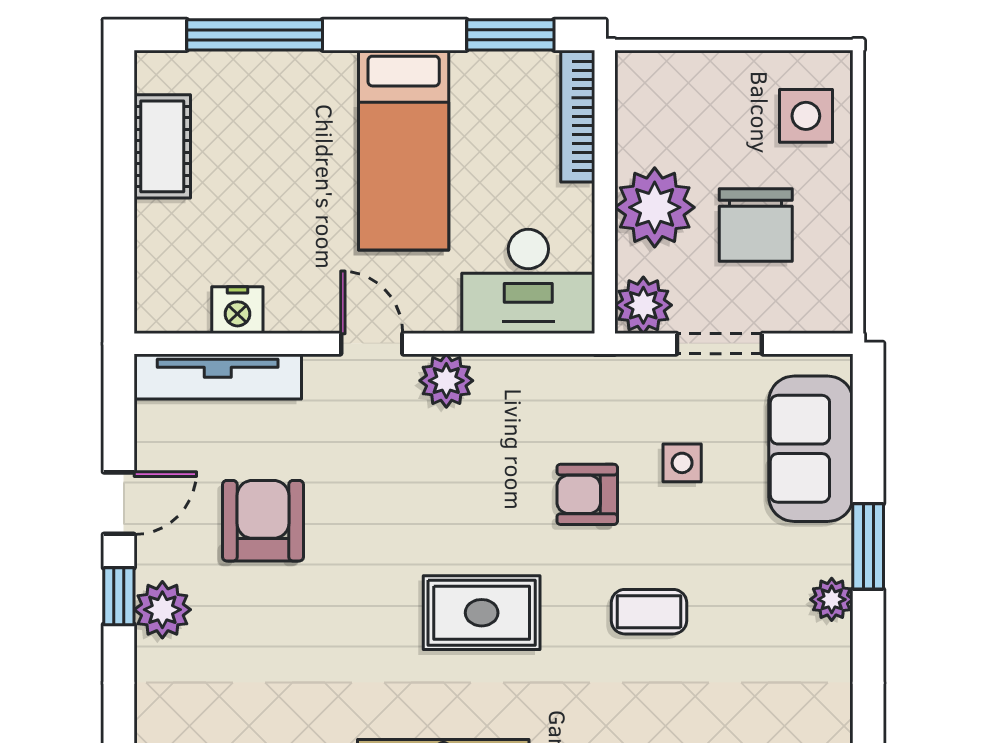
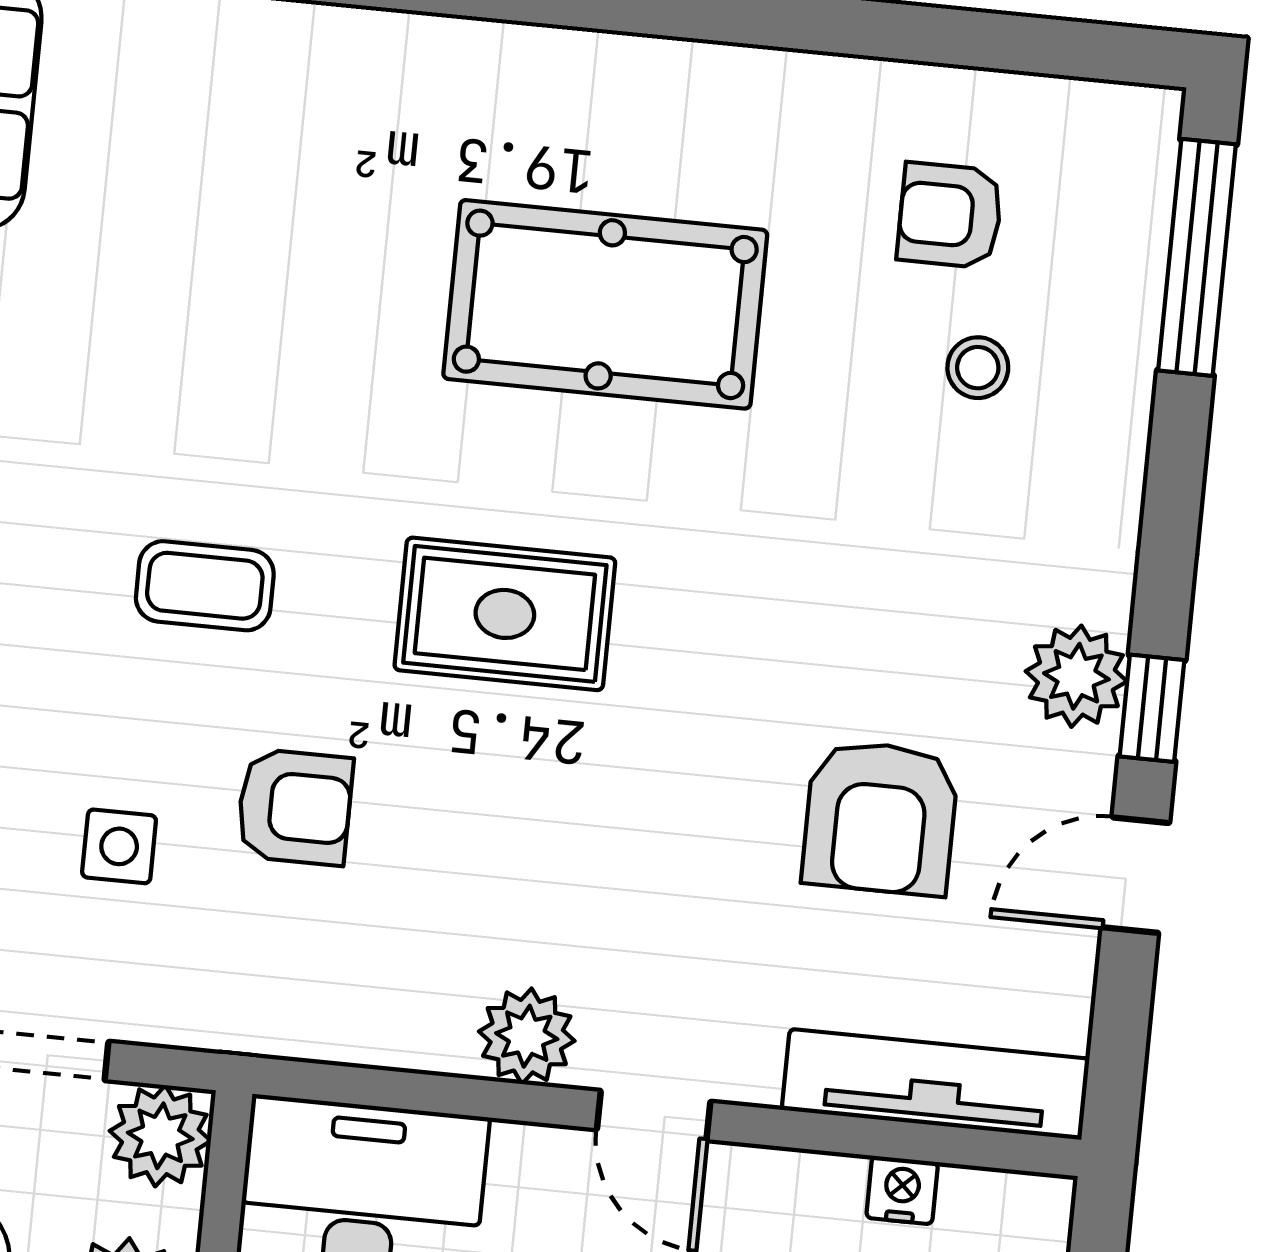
nightstand: (237, 310) -> (902, 1190), width x0.72, depth x0.74

